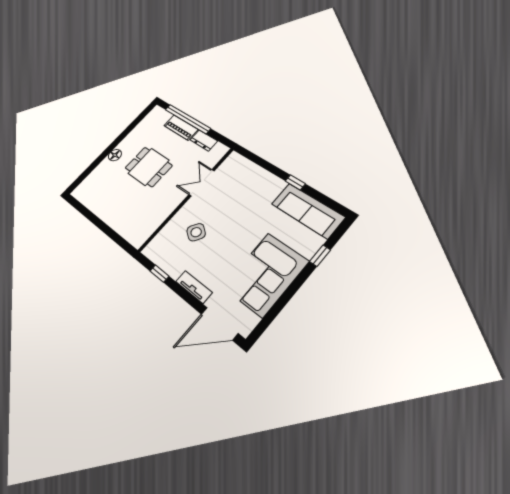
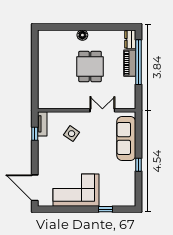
dresser: (204, 140) -> (130, 39), moved
sofa: (308, 210) -> (126, 138), moved
tv unit: (194, 287) -> (42, 124), moved

